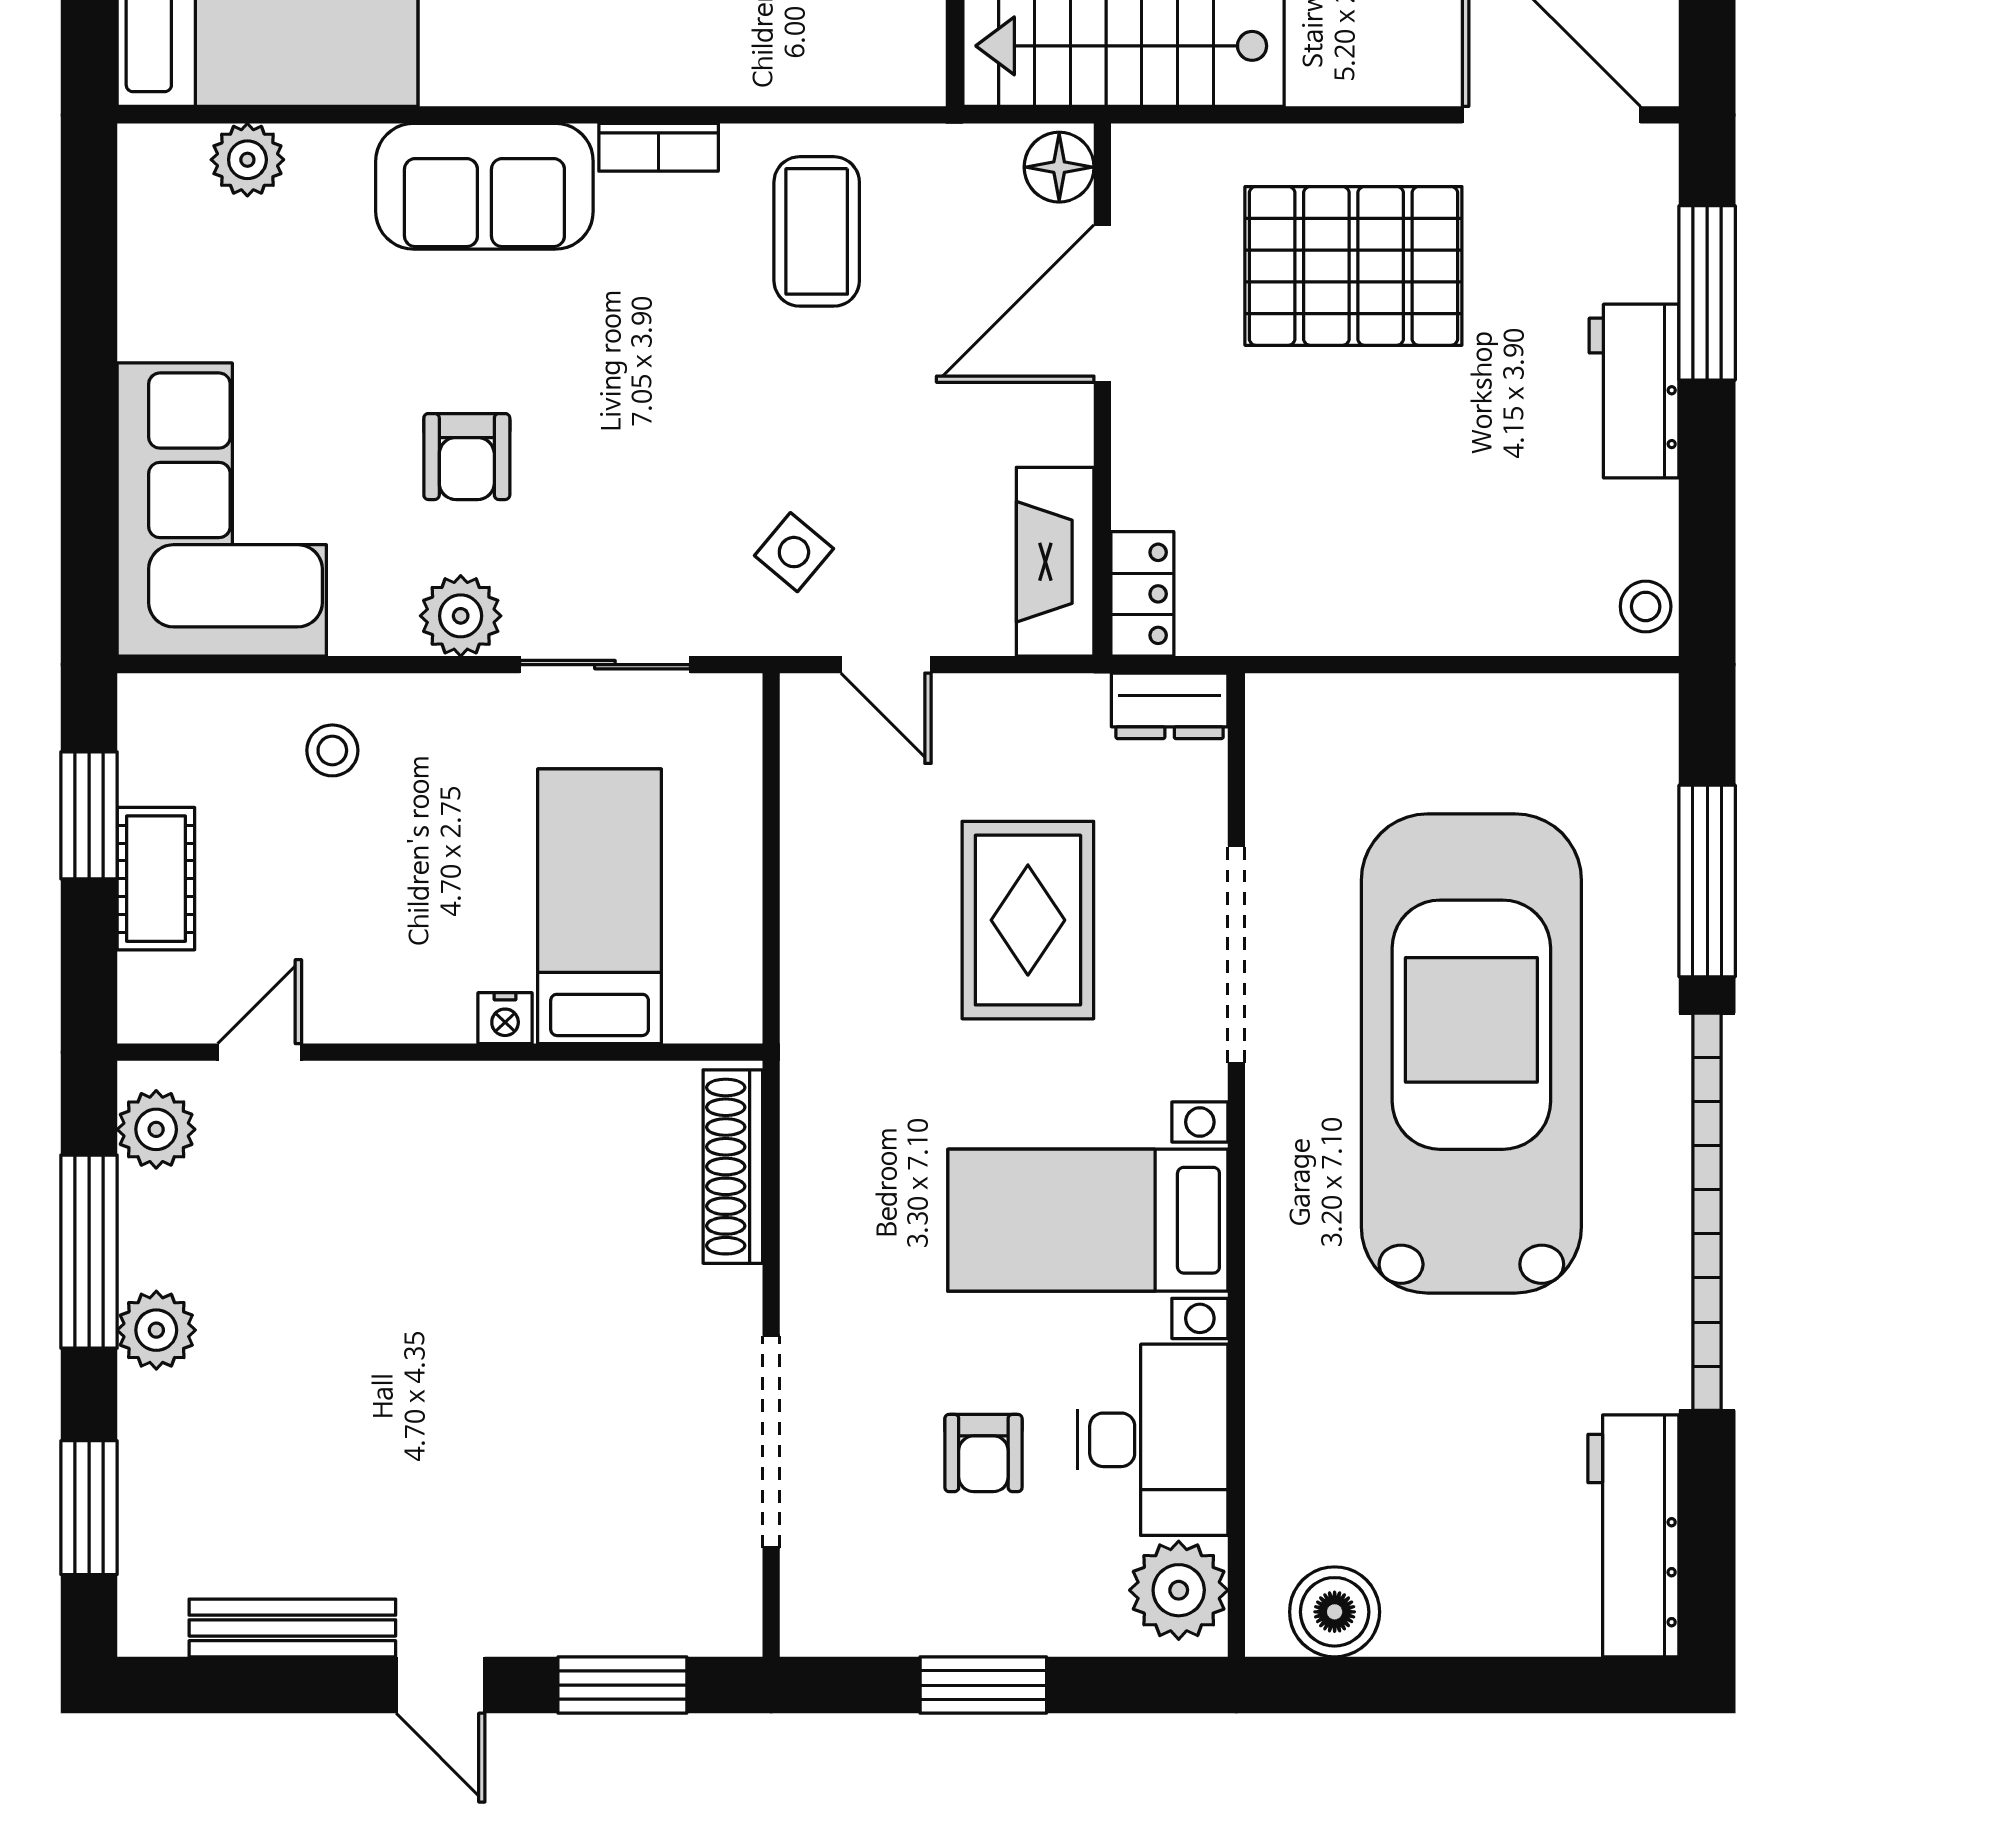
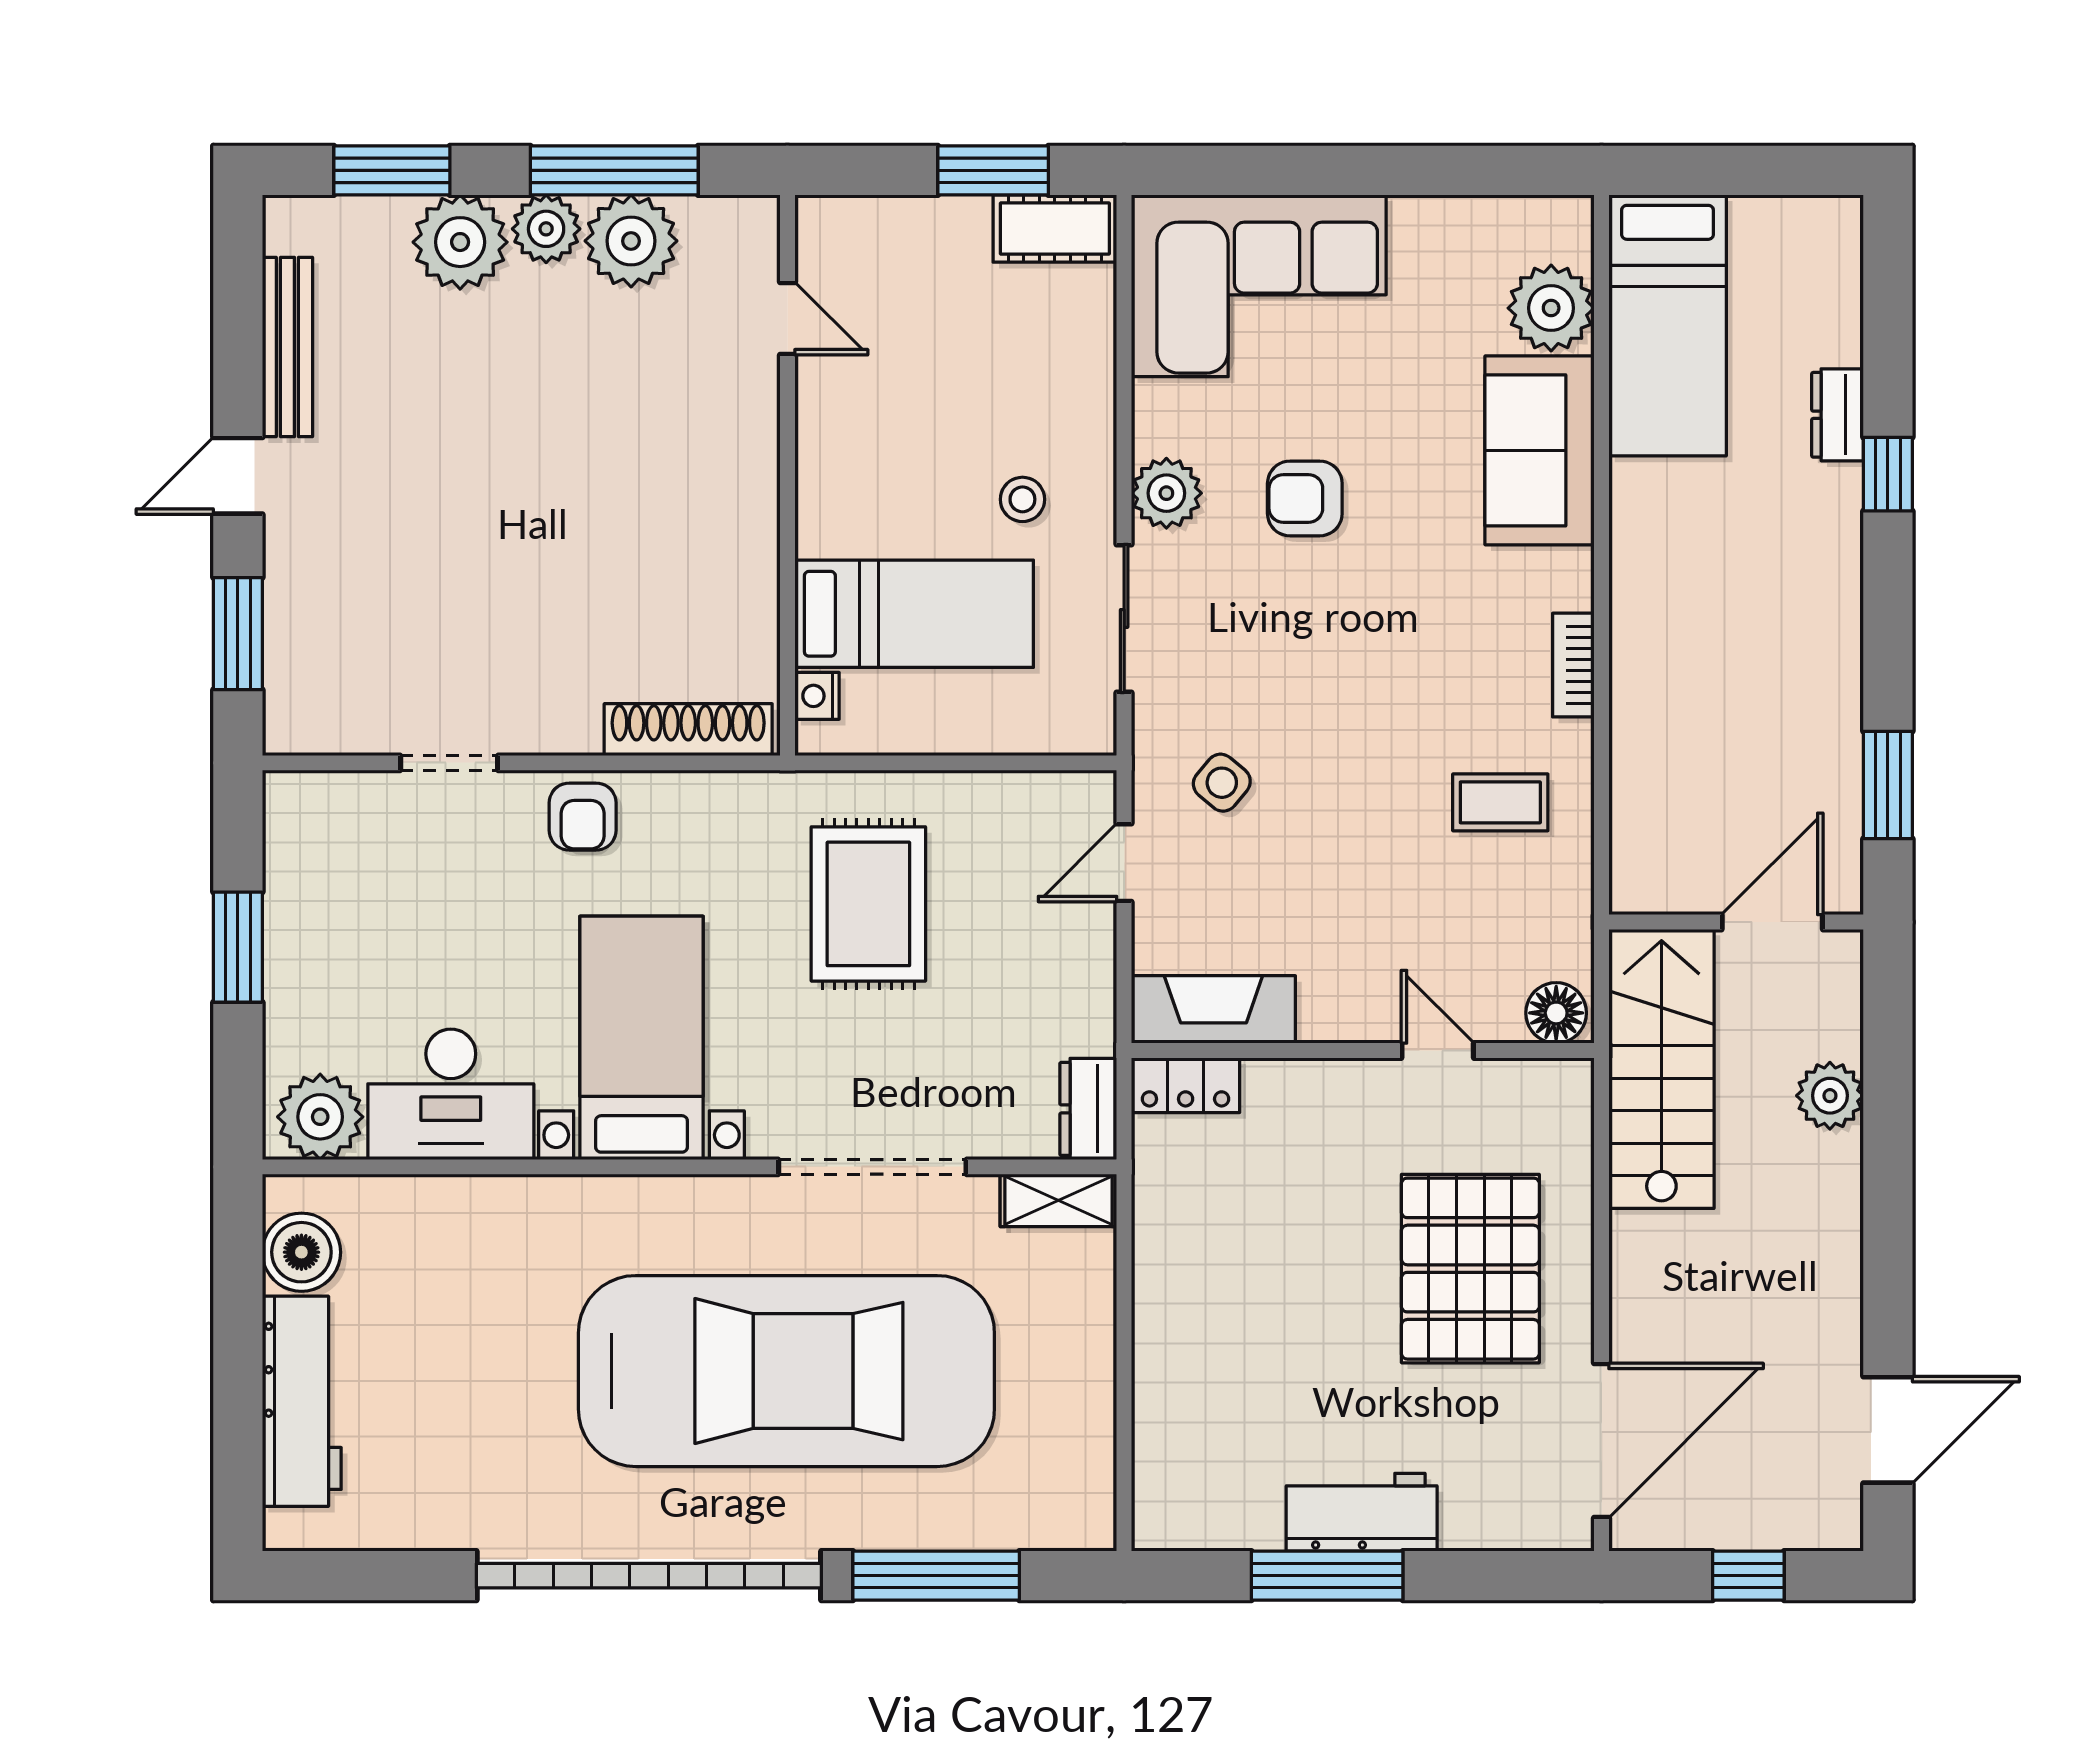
plant: (247, 160) -> (1551, 308), width x1.36, depth x1.36
sofa: (484, 186) -> (1540, 450), moved
coffee table: (817, 231) -> (1500, 802), width x0.73, depth x0.77
window: (1707, 293) -> (1327, 1576), moved
door: (1102, 304) -> (1438, 1051), width x0.53
stool: (1646, 606) -> (1175, 1522), removed
shelving: (1275, 740) -> (1058, 1200), added
stool: (332, 750) -> (1022, 499), moved
cot: (156, 879) -> (1055, 229), moved
rug: (1028, 920) -> (868, 904), moved, turned 90
nightstand: (505, 1018) -> (817, 696), moved
plant: (156, 1129) -> (631, 241), moved, width x1.36, depth x1.36
plant: (171, 1429) -> (460, 242), added
doorway: (771, 1442) -> (449, 763), width x0.53
armchair: (983, 1453) -> (583, 817), moved, turned -90
workbench: (1633, 1536) -> (302, 1401), moved, turned 90

